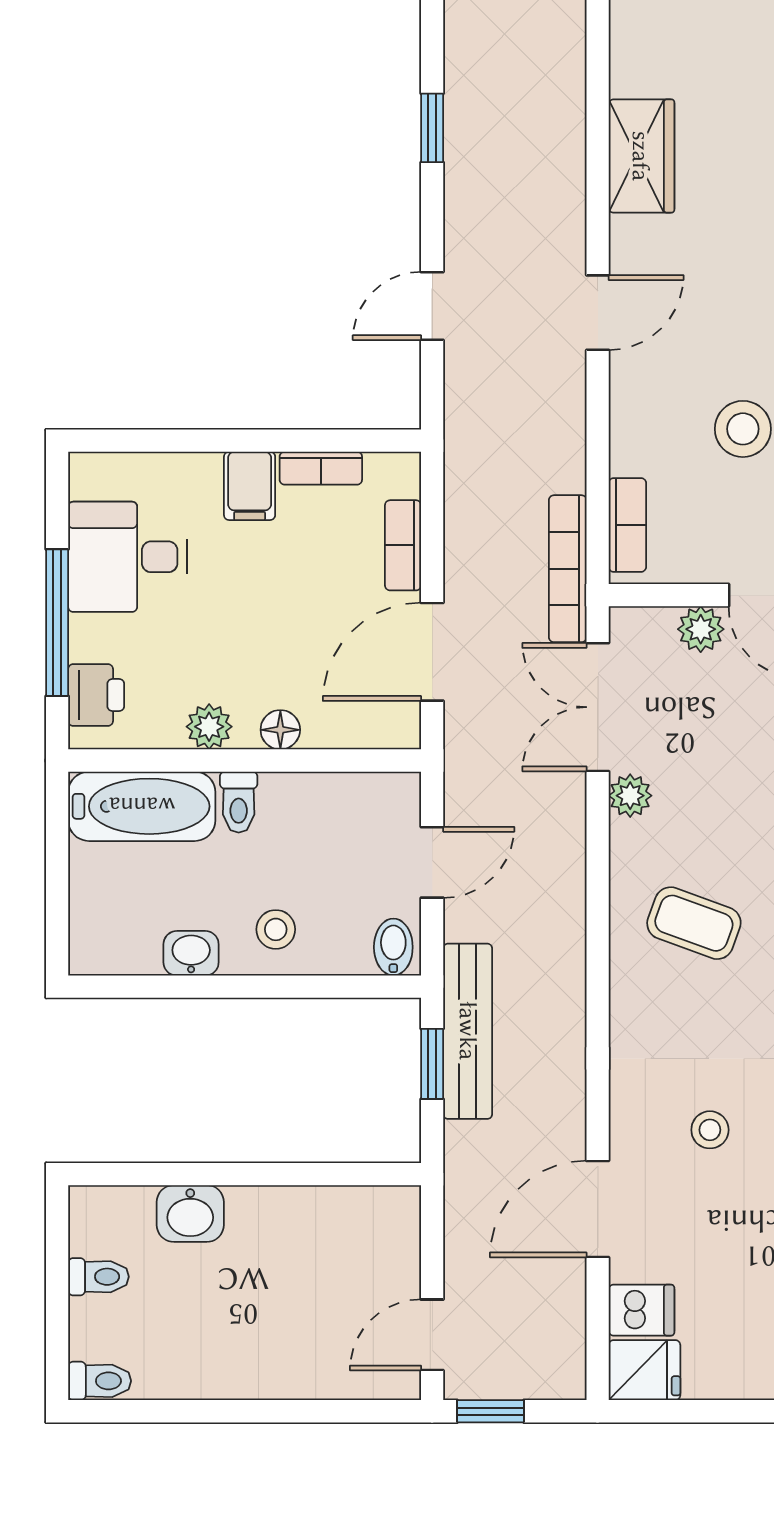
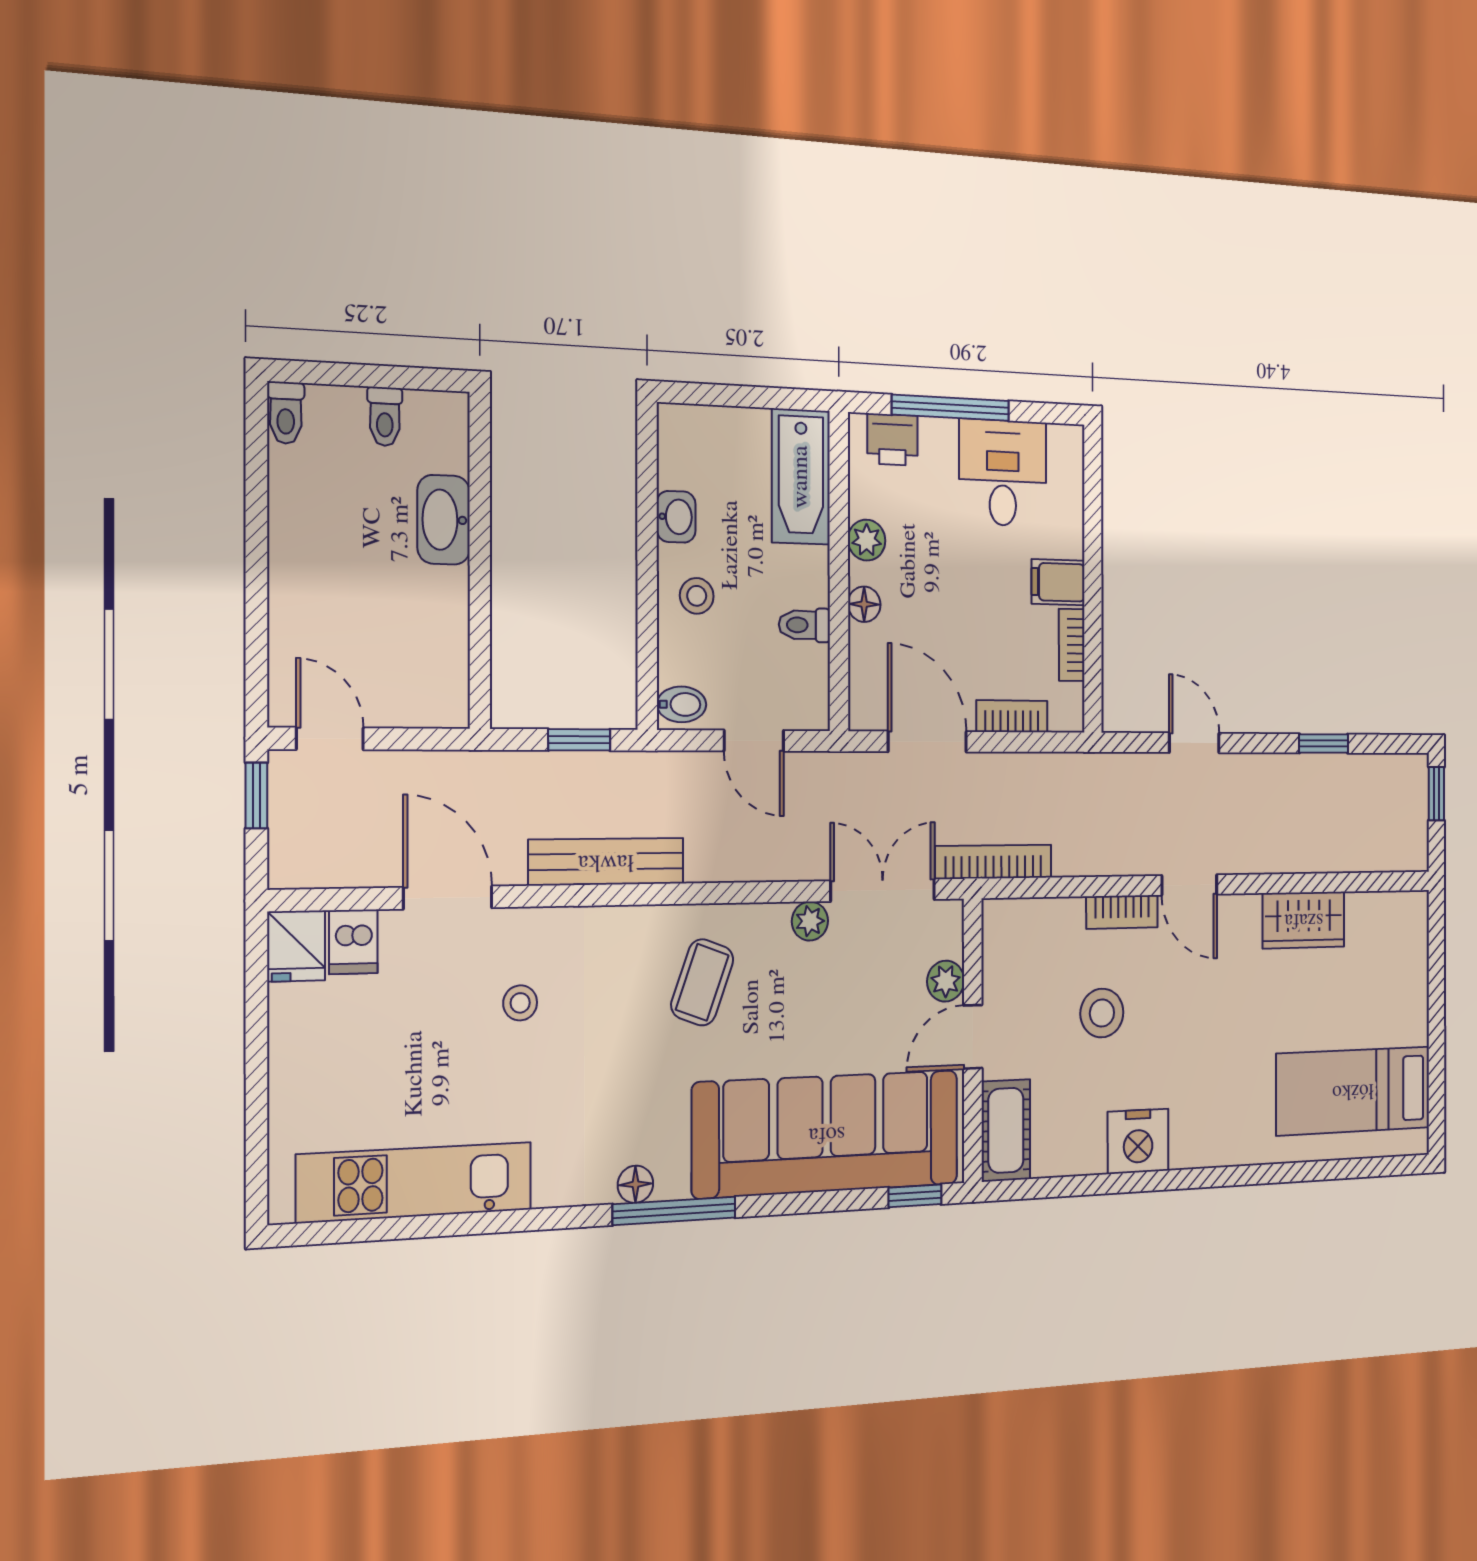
bookcase: (627, 525) -> (1122, 912), moved
toilet: (239, 802) -> (804, 625), moved
bench: (468, 1031) -> (606, 862), moved
washbasin: (190, 1214) -> (444, 520), width x1.38

